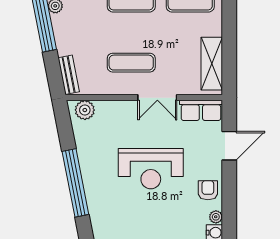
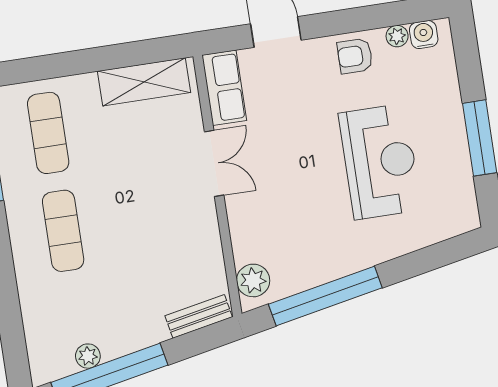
exercise mat: (131, 63) -> (163, 216), removed
reception desk: (151, 169) -> (380, 162), moved
window: (75, 183) -> (325, 296), moved

